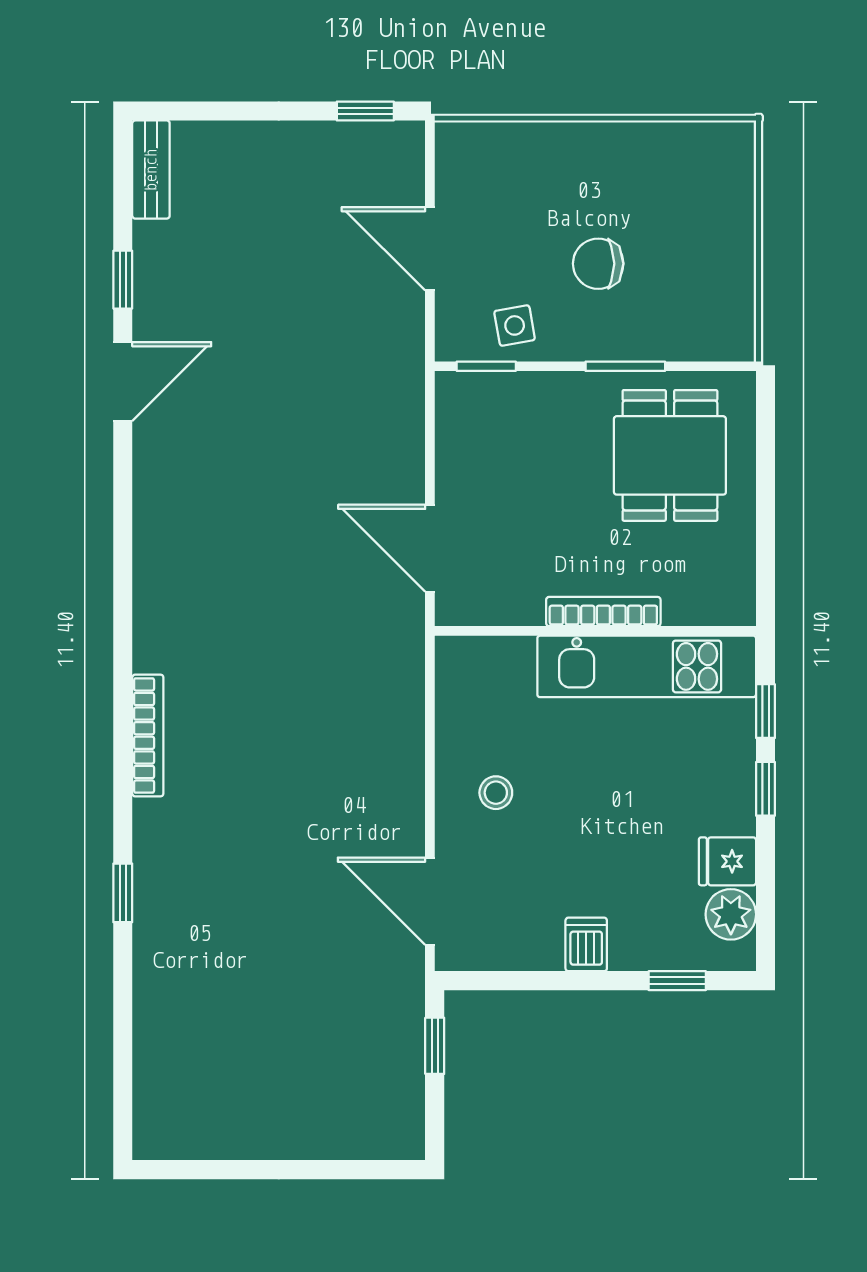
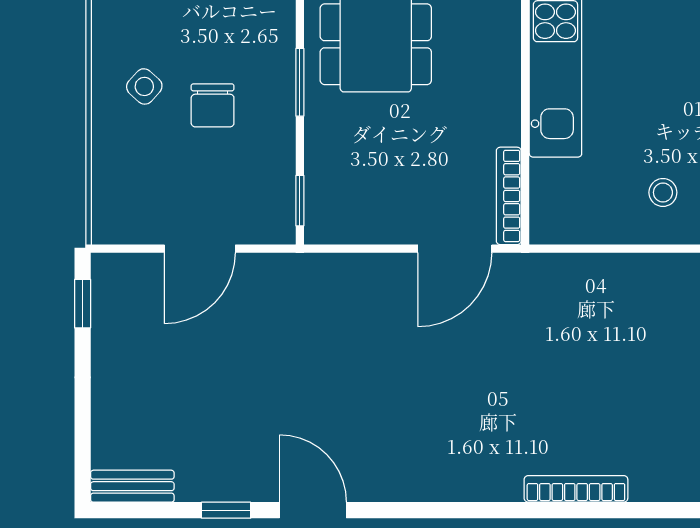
side table: (515, 325) -> (144, 86), moved, turned -38
bookcase: (603, 612) -> (509, 196), moved
bookcase: (148, 735) -> (576, 489), moved

